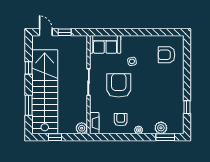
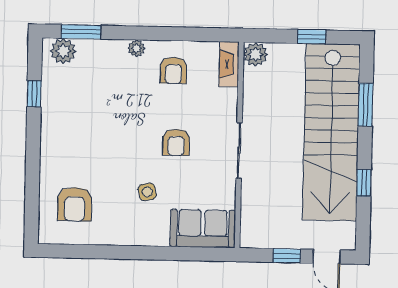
armchair: (167, 55) -> (75, 204), turned 90
armchair: (119, 85) -> (176, 142), width x0.53, depth x0.53
plant: (161, 128) -> (63, 51), moved

